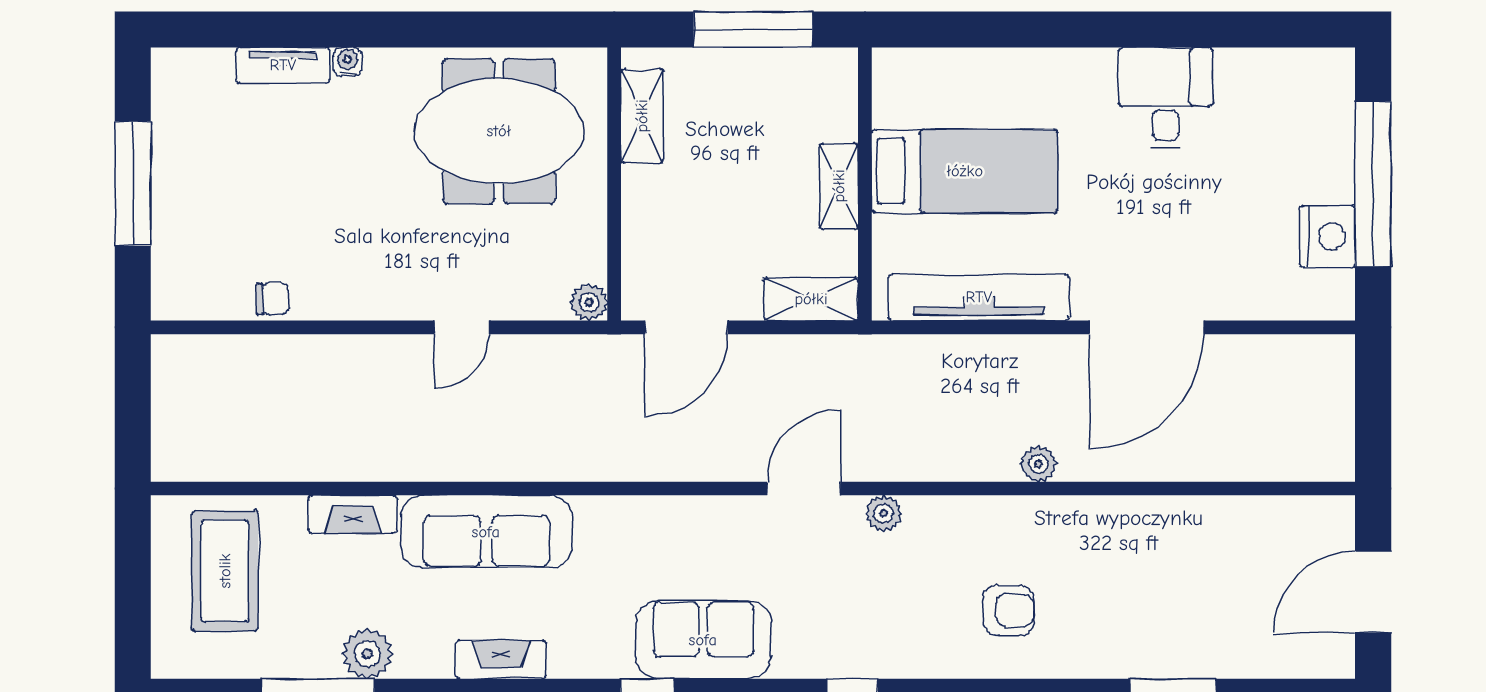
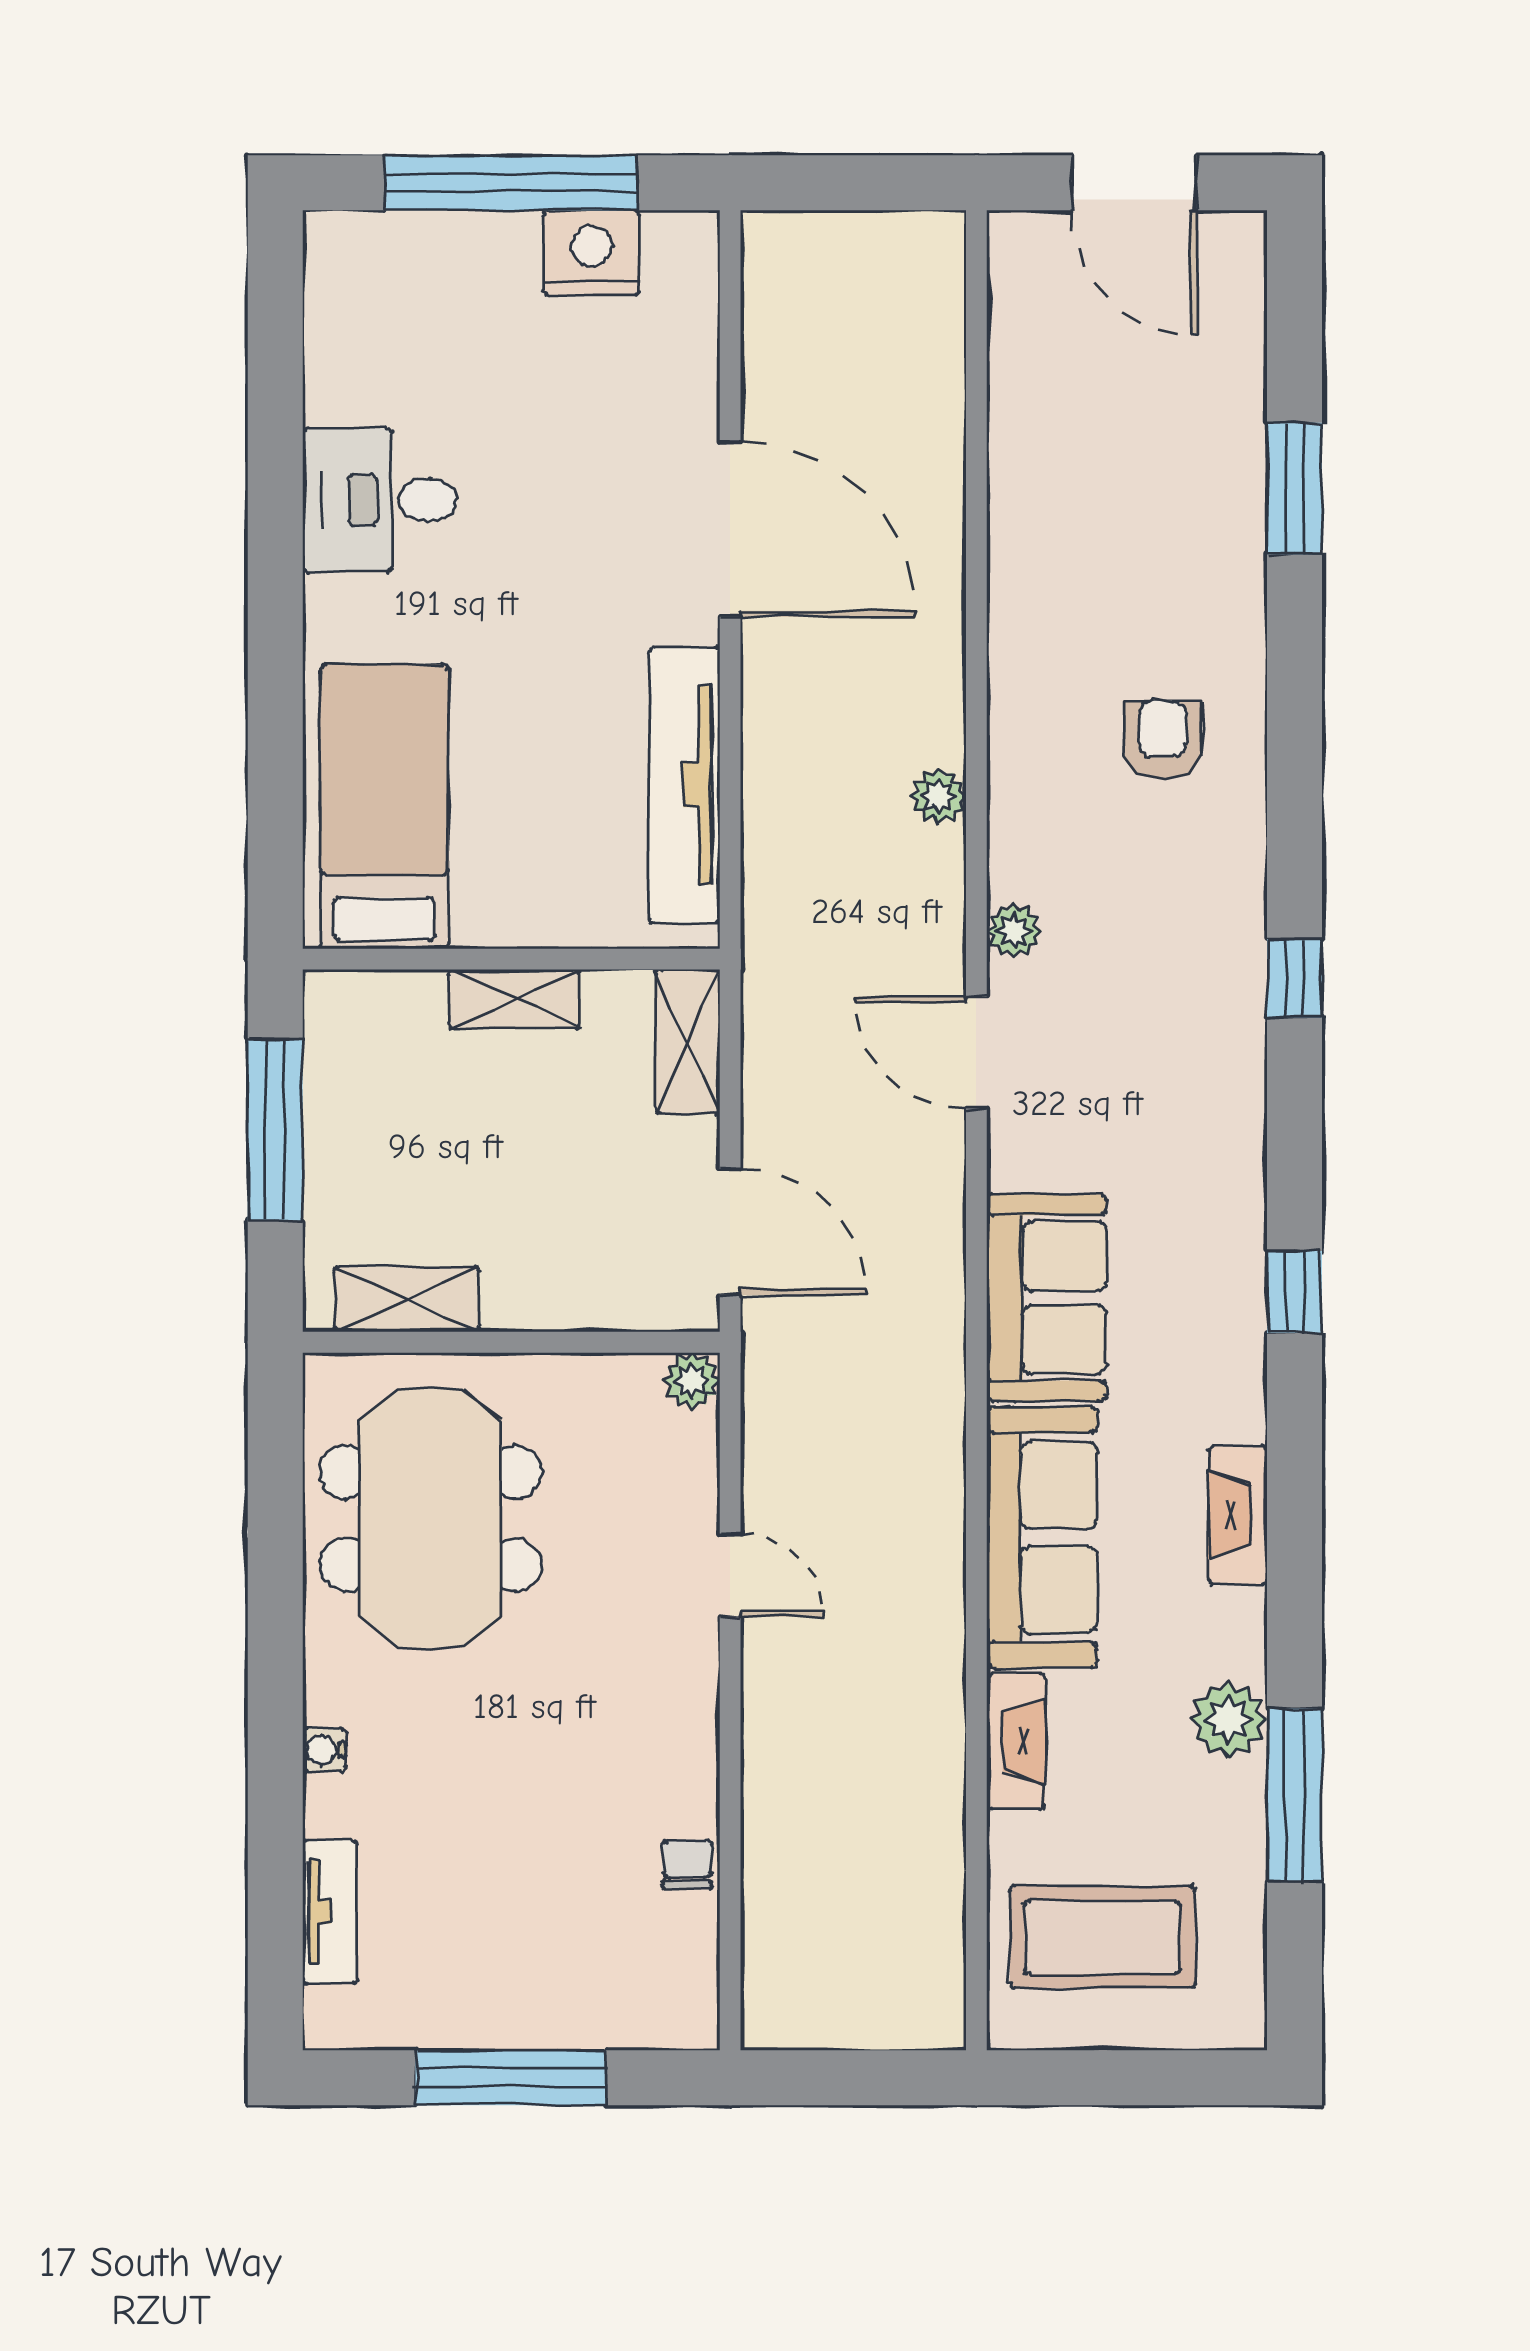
tv unit: (283, 65) -> (330, 1912), moved
bed: (965, 171) -> (384, 807), moved
plant: (1038, 464) -> (939, 796), moved
sofa: (703, 640) -> (1047, 1298), moved, turned 180

